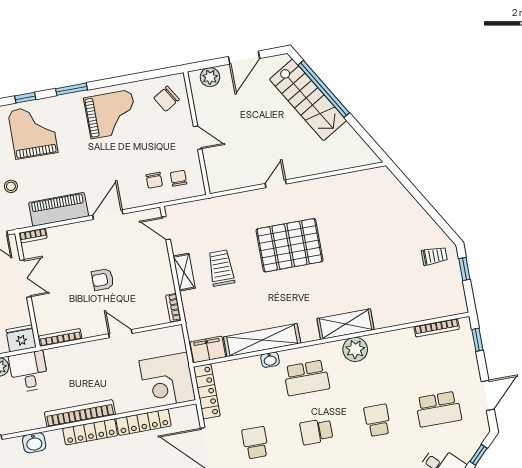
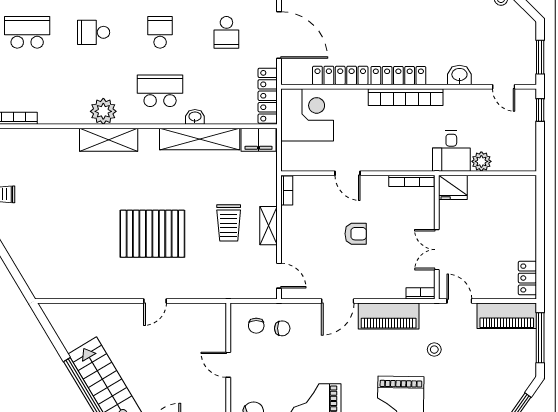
chair: (154, 180) -> (282, 328), turned 90
school desk: (377, 420) -> (94, 32), turned 90
school desk: (316, 431) -> (160, 32), turned -90

